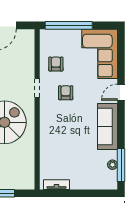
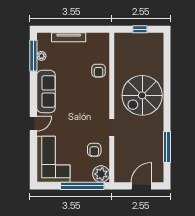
plant: (49, 38) -> (101, 174), added
armchair: (66, 93) -> (98, 71), moved
tv unit: (57, 185) -> (69, 37), moved, width x1.41

